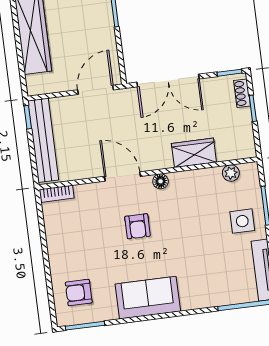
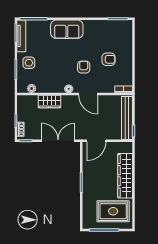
armchair: (79, 293) -> (109, 59), moved
sofa: (148, 298) -> (67, 29), moved

